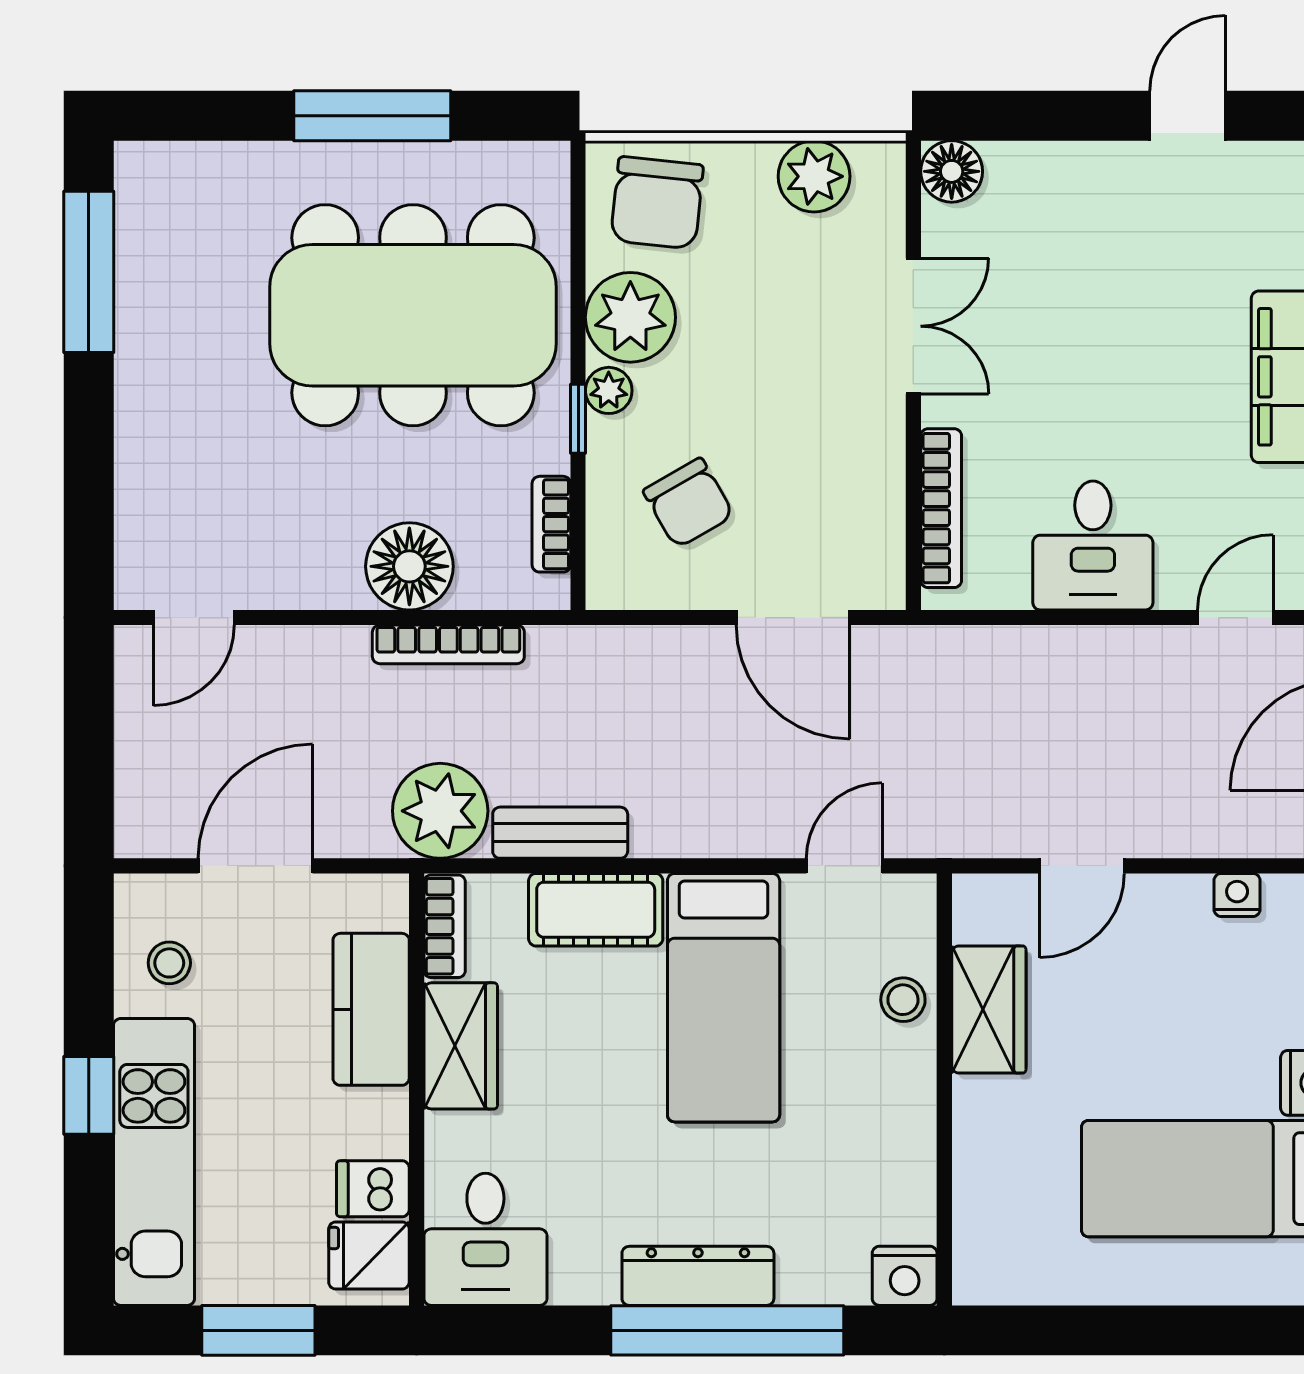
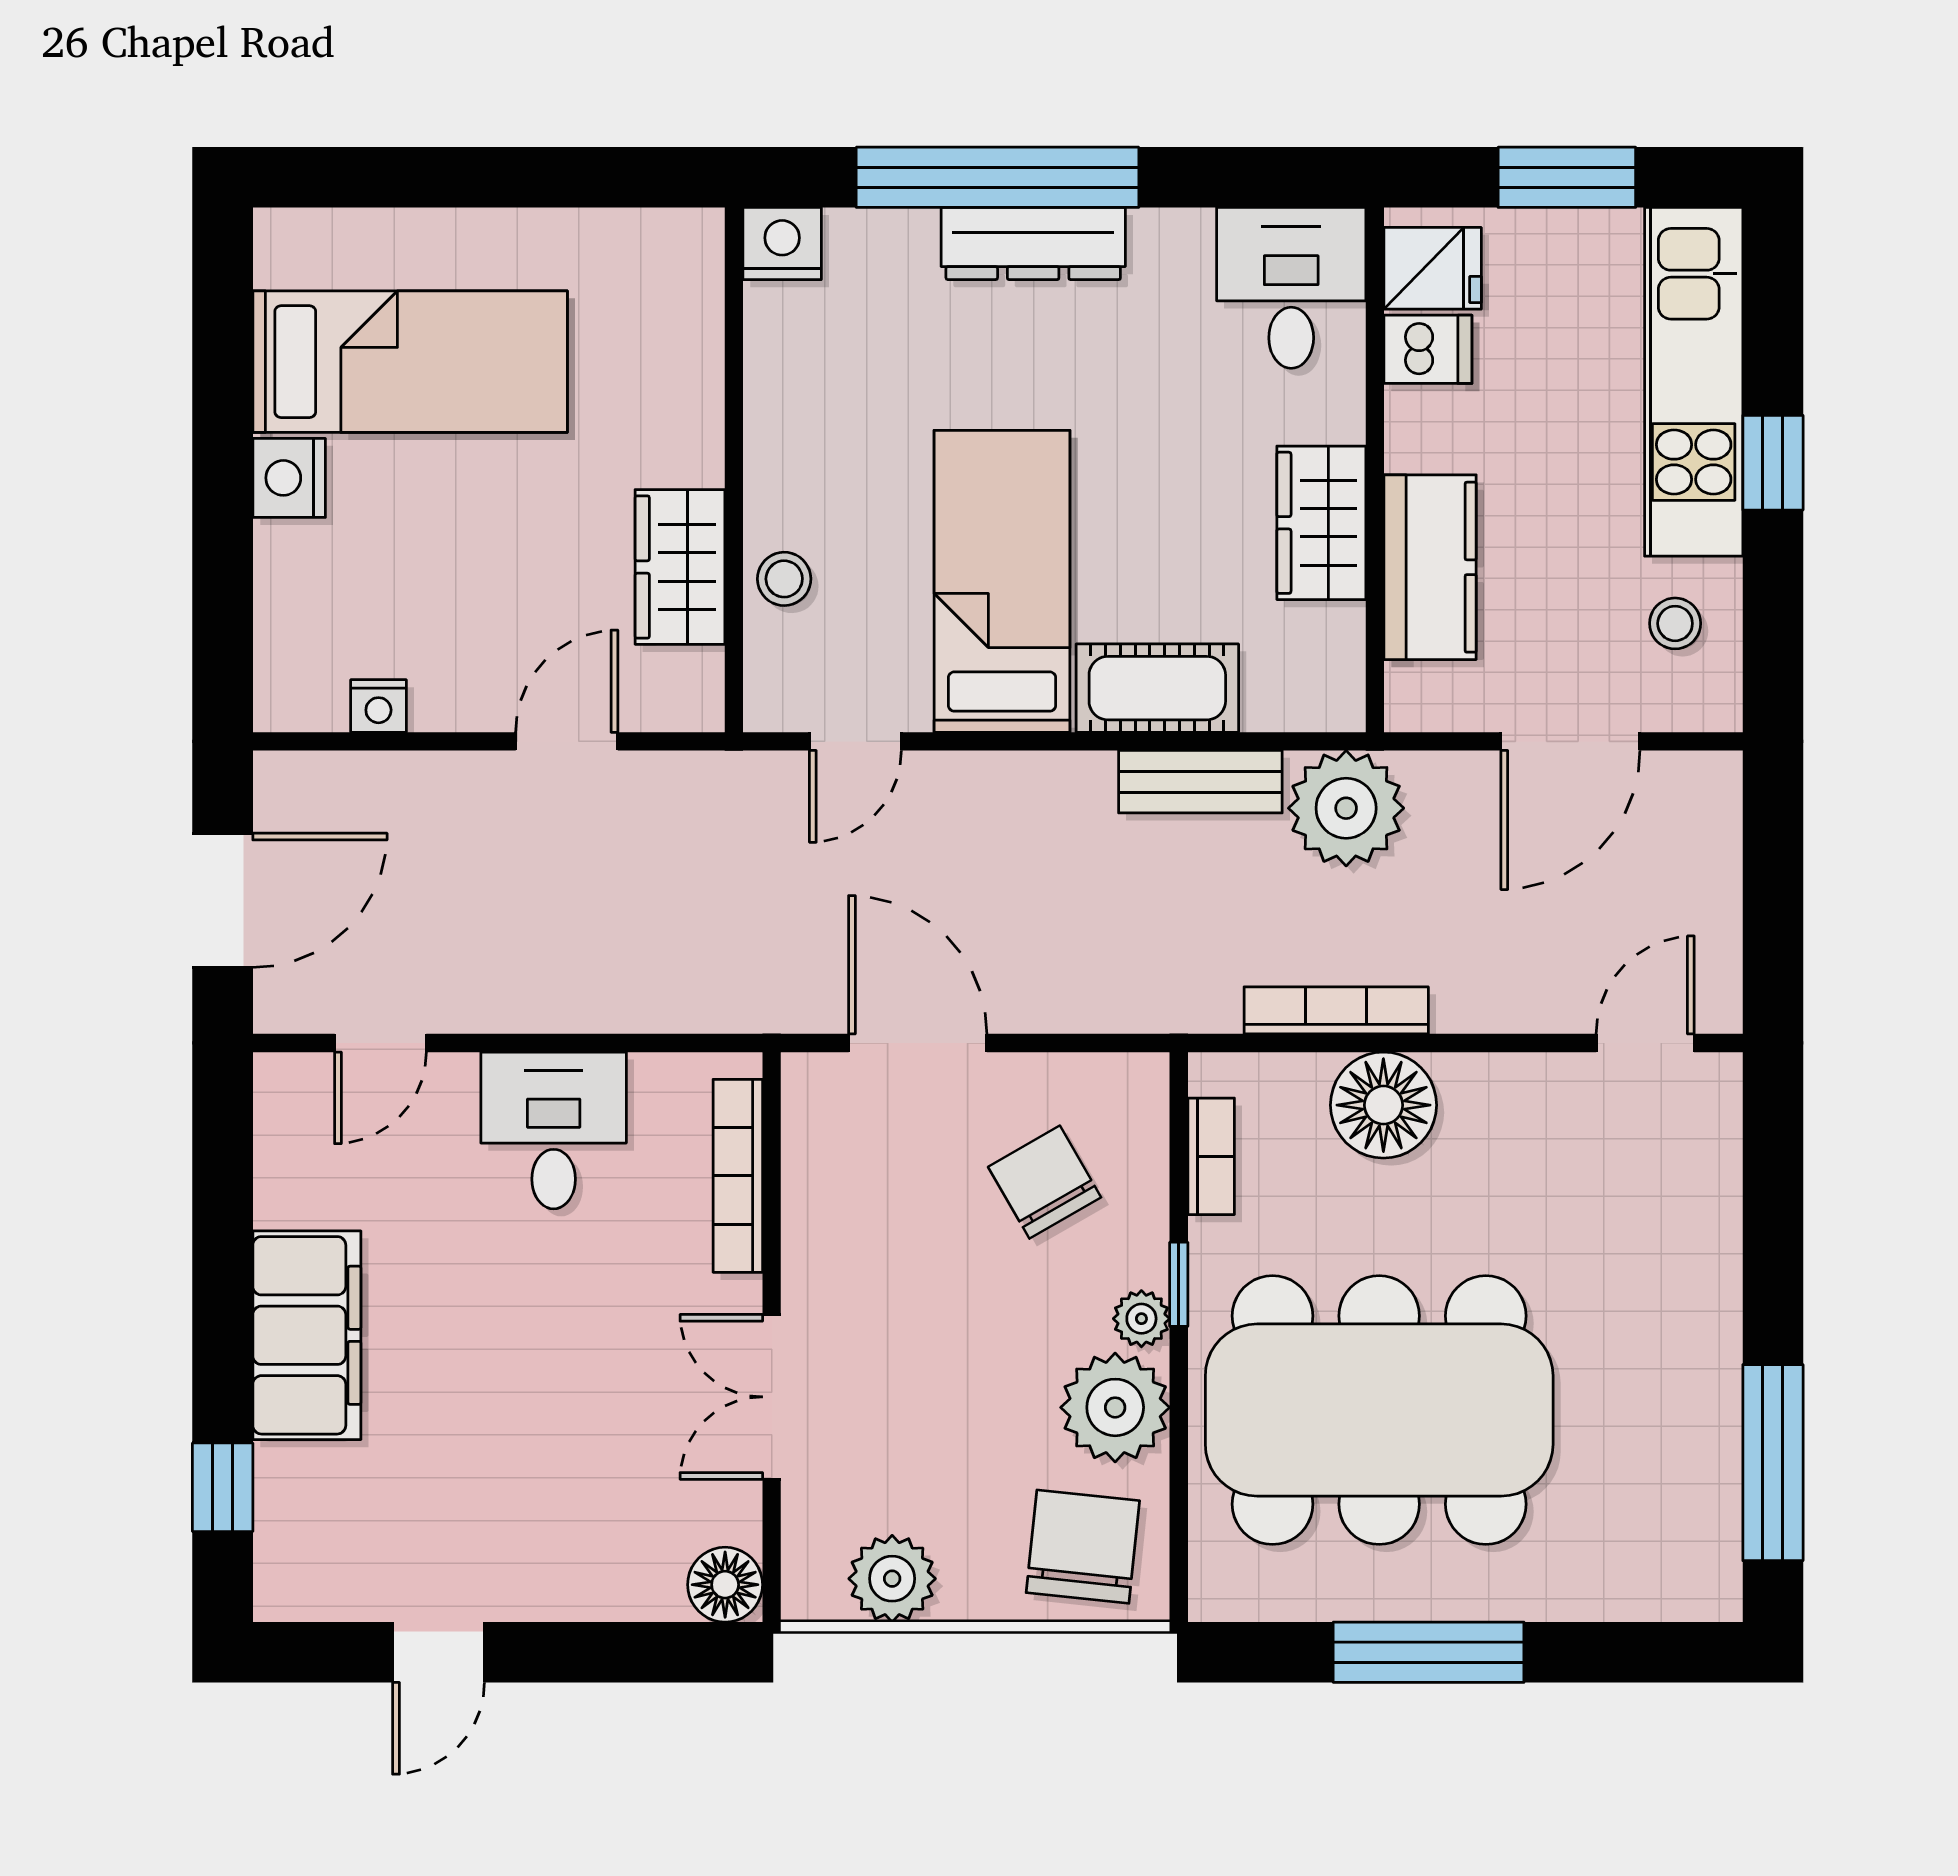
bookcase: (445, 926) -> (1341, 668), removed

